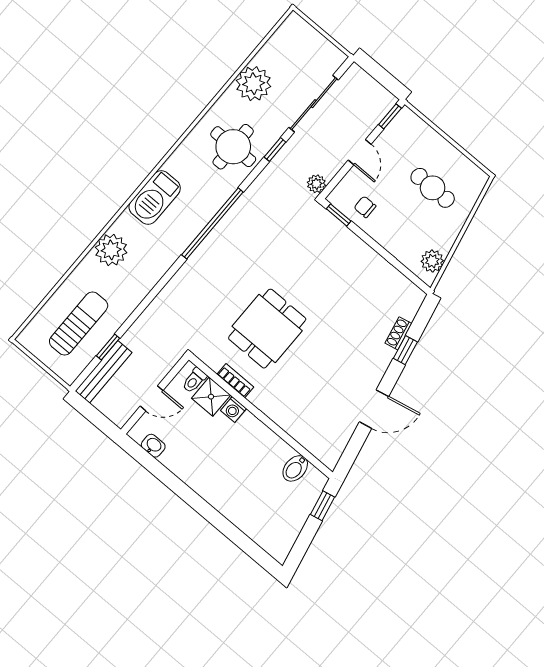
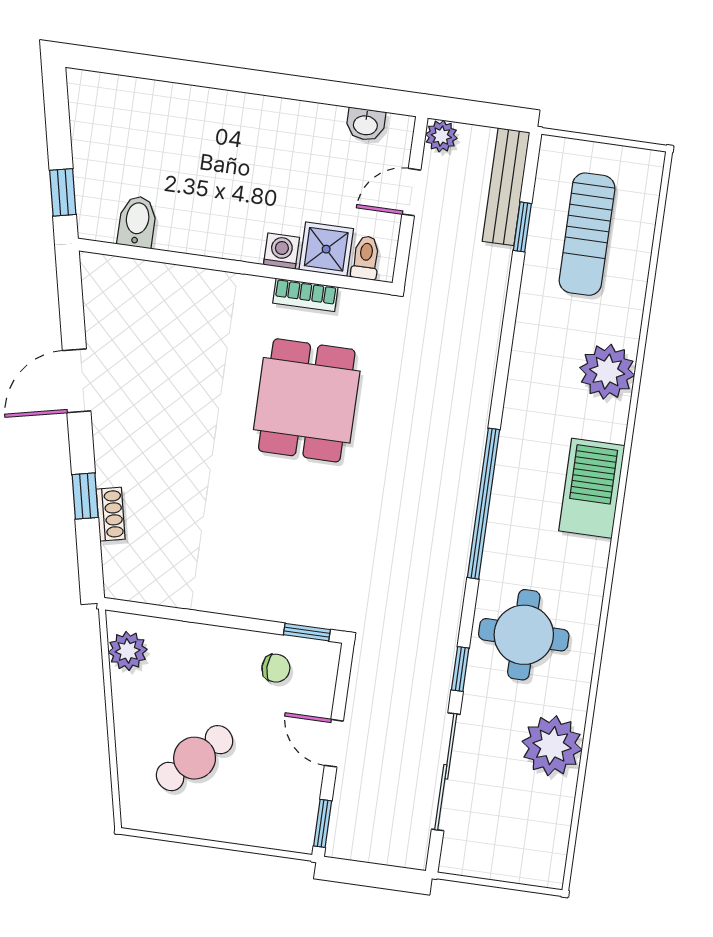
plant: (316, 184) -> (441, 136), moved
cafe table: (433, 188) -> (195, 758), turned -45

